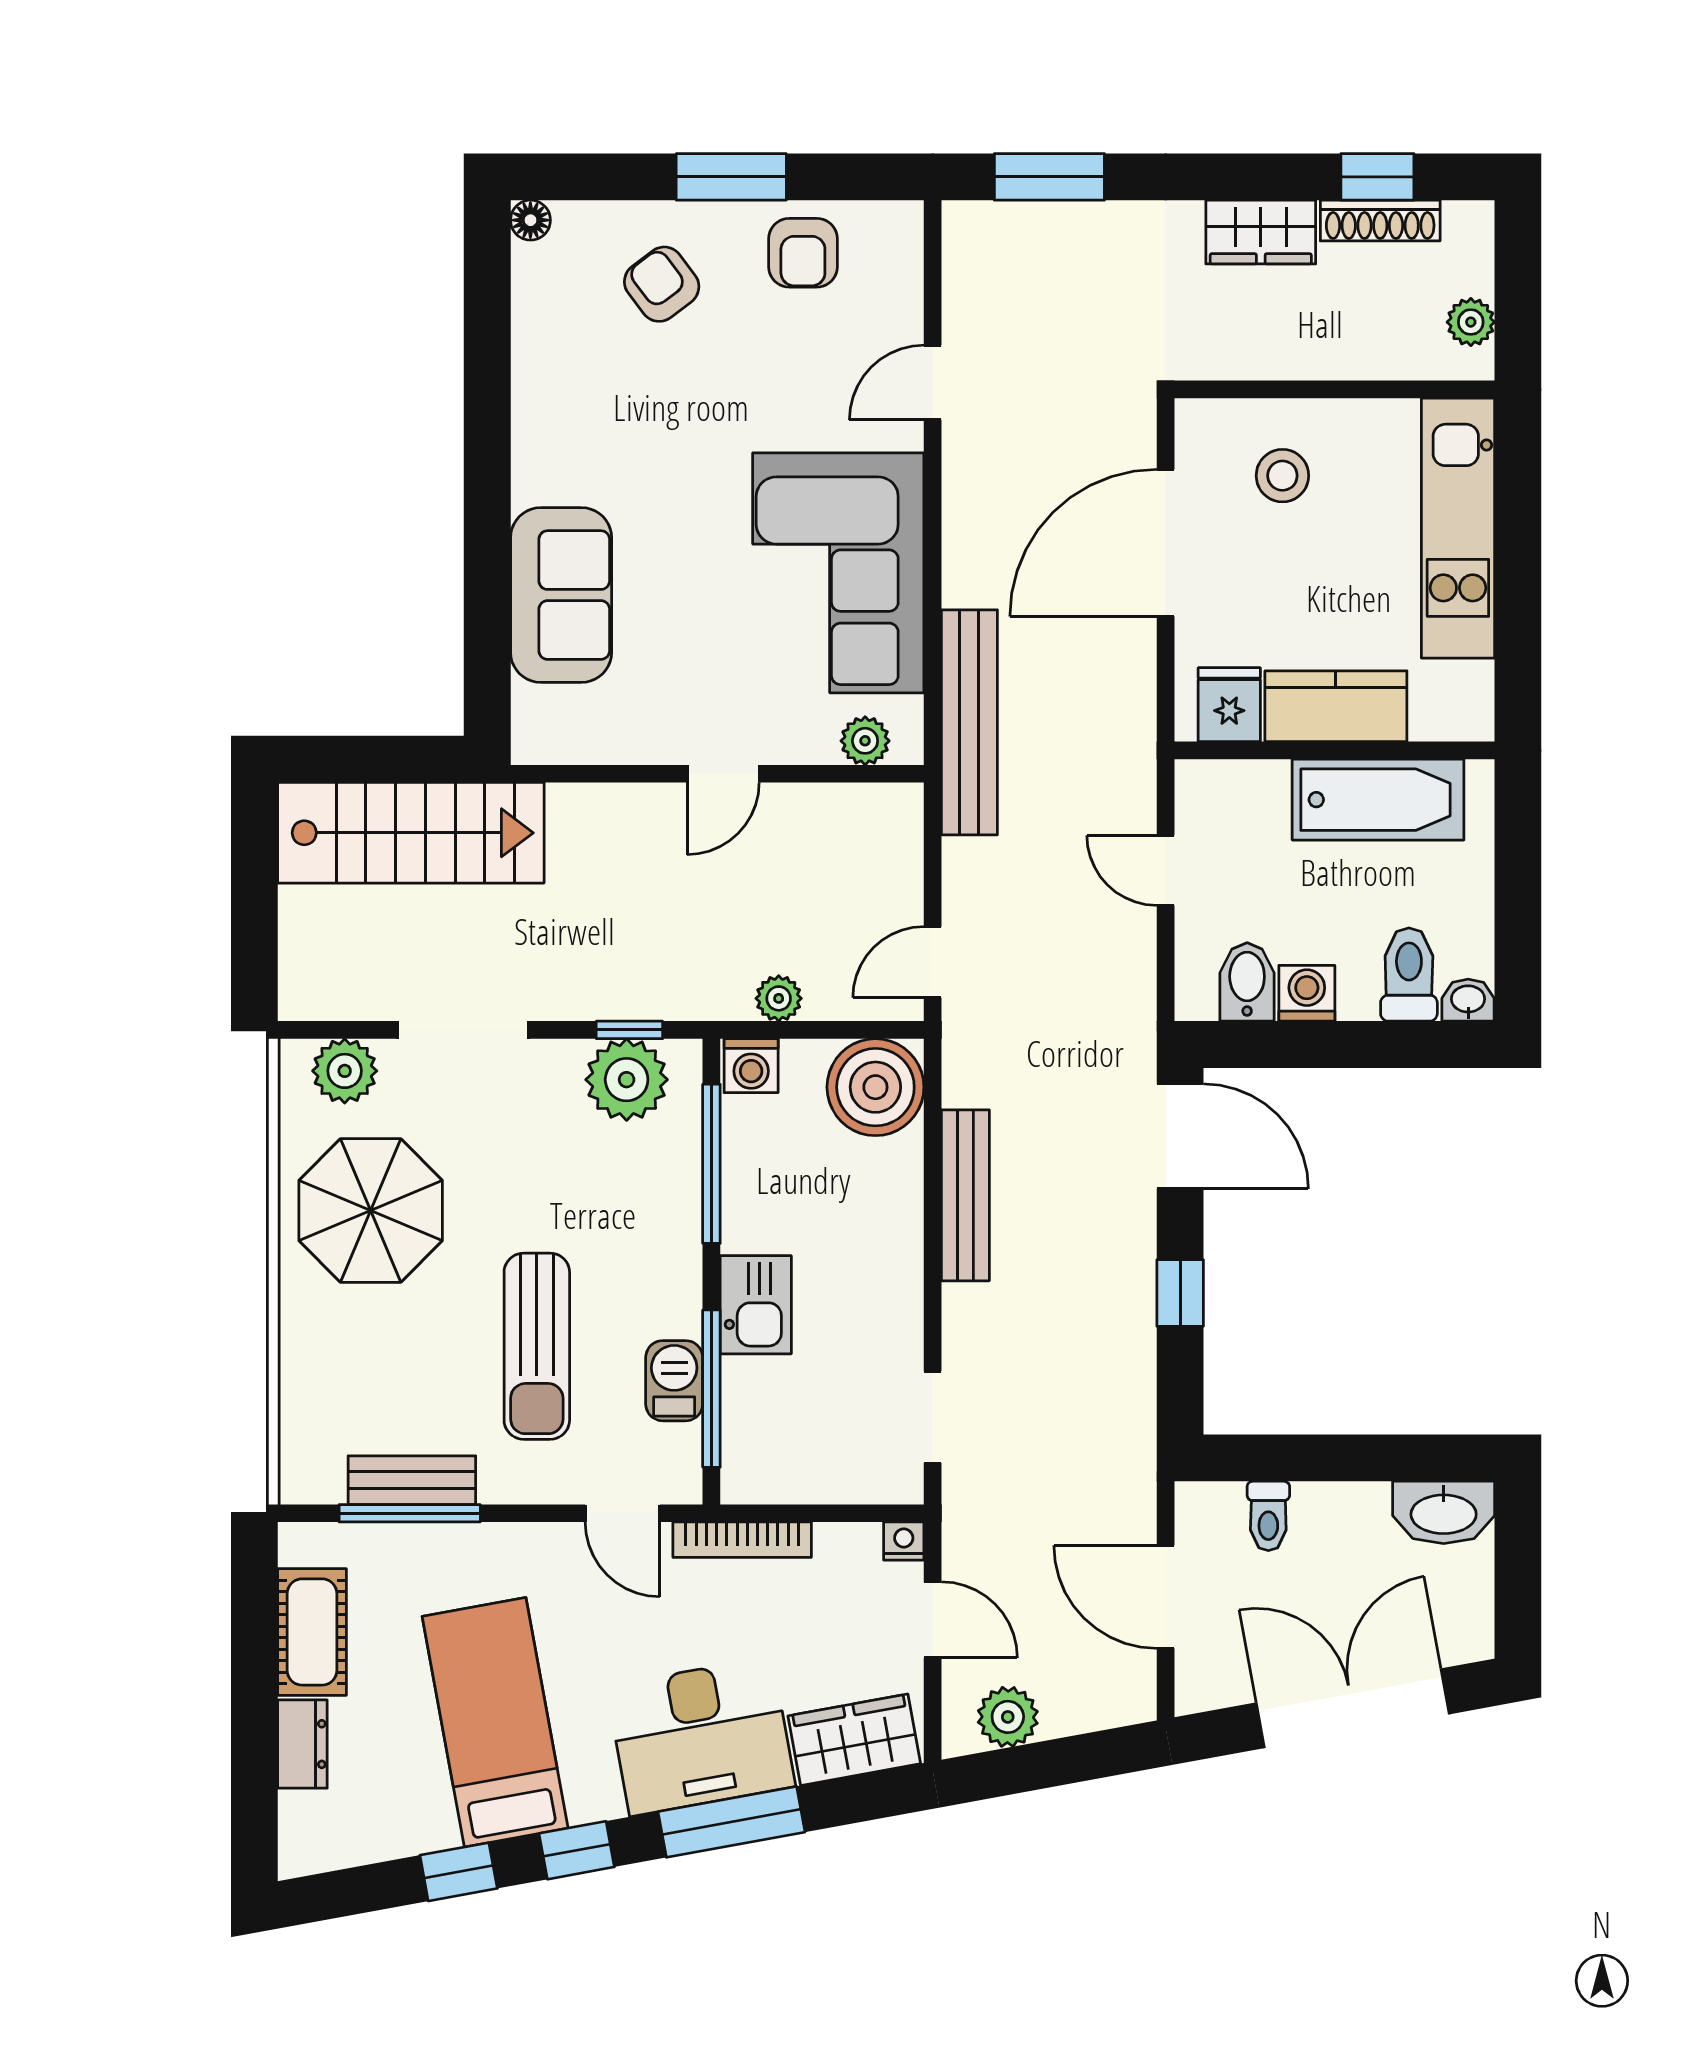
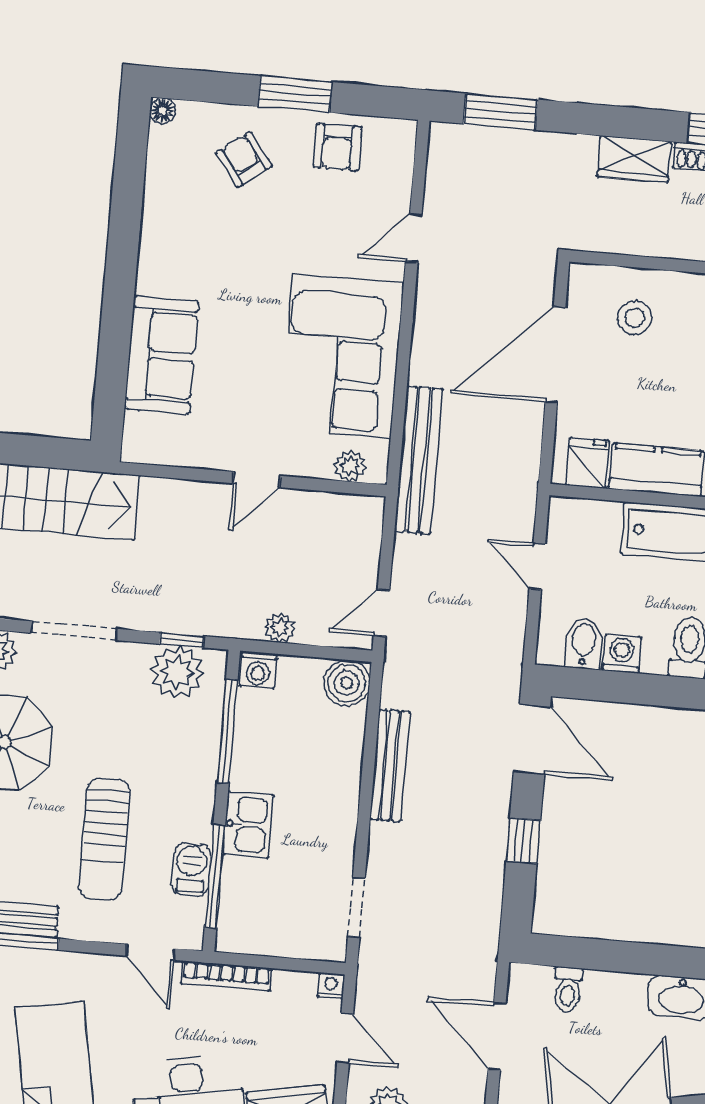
boiler: (875, 1087) -> (347, 683), width x0.73, depth x0.73

